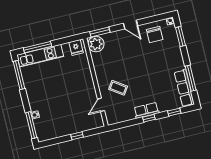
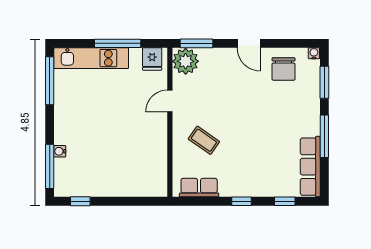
window: (38, 47) -> (118, 43), moved
window: (191, 78) -> (324, 136), moved
door: (101, 105) -> (170, 101), moved
row of seats: (146, 110) -> (199, 188), moved
window: (77, 136) -> (80, 201), moved

